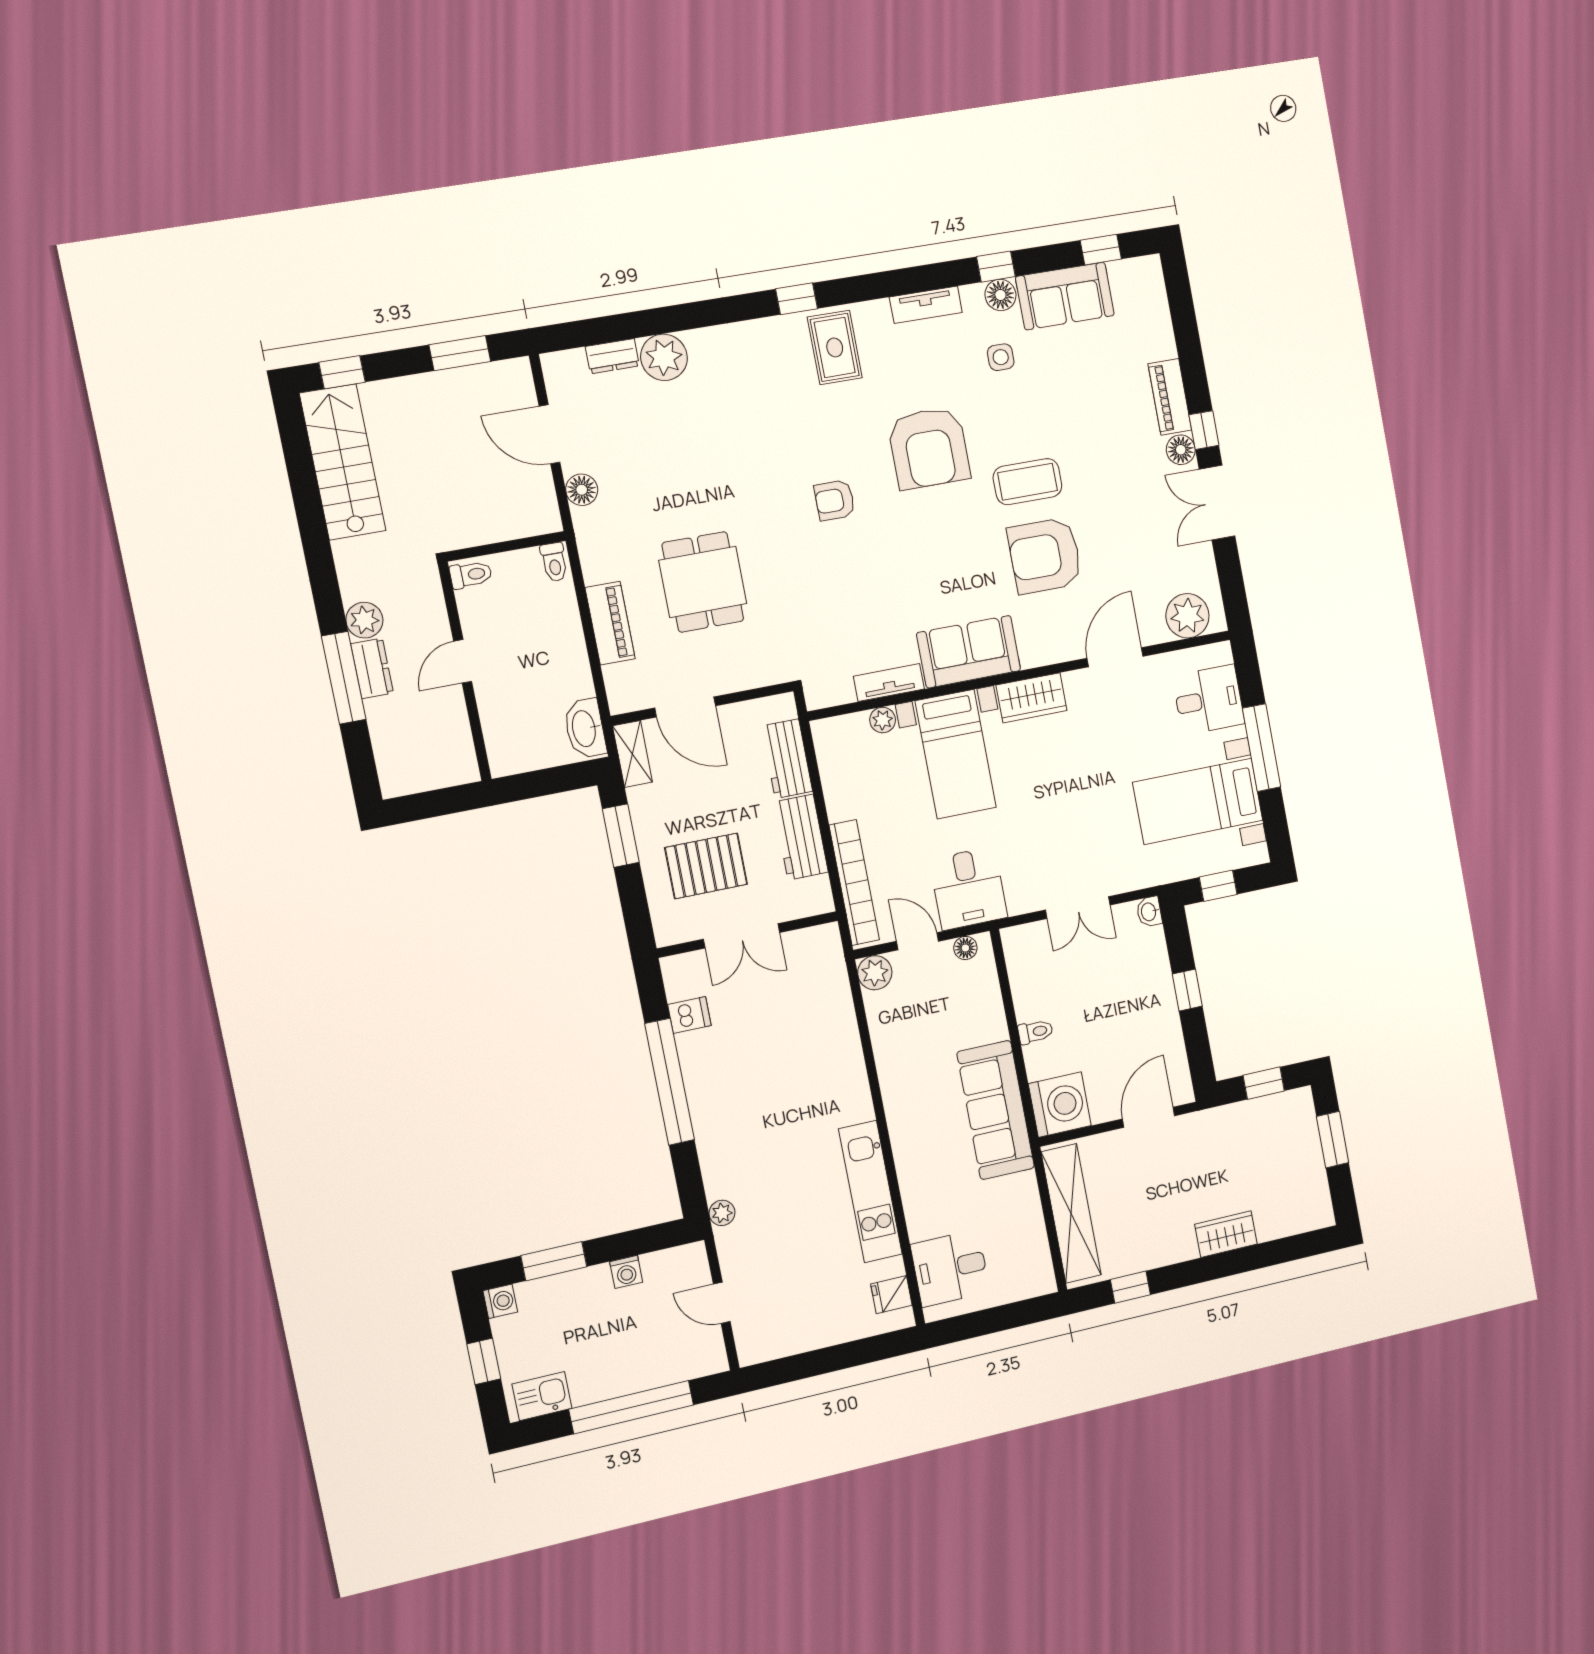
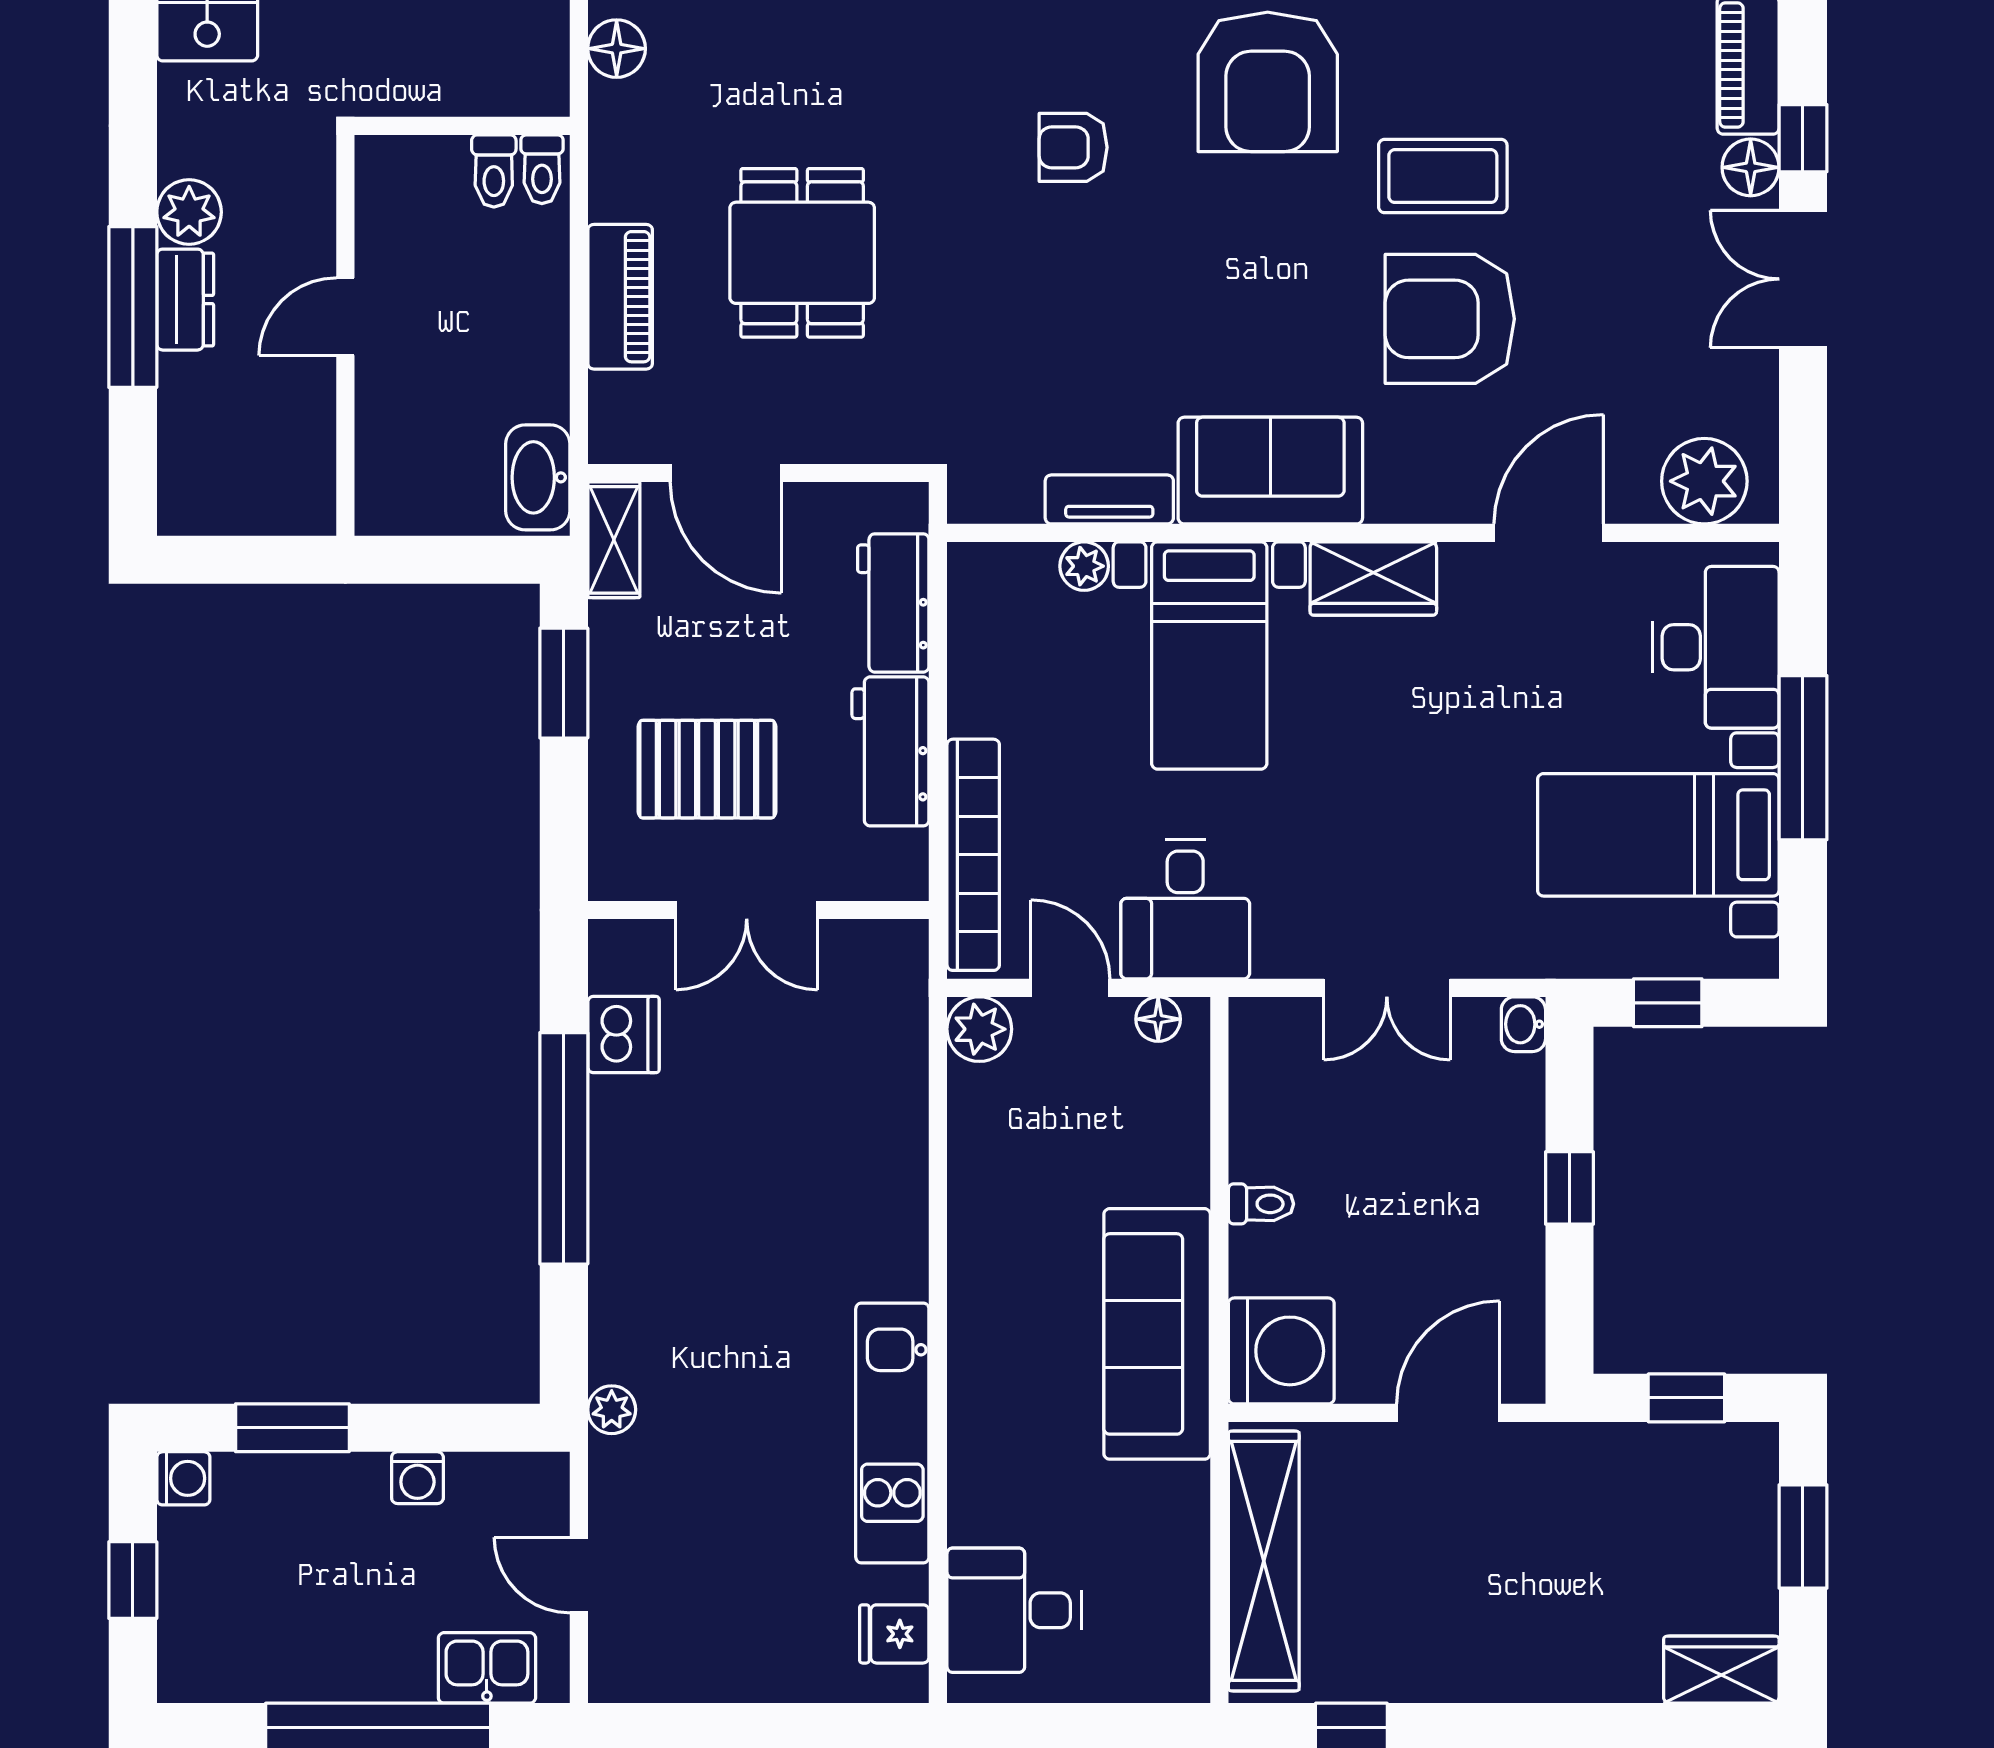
toilet: (471, 575) -> (494, 171), moved, turned 90
desk: (1209, 700) -> (1716, 647), width x1.37
dishwasher: (689, 1015) -> (623, 1035), width x1.38
wardrobe: (1226, 1234) -> (1721, 1670), moved
kitchen sink: (542, 1396) -> (487, 1668), moved

